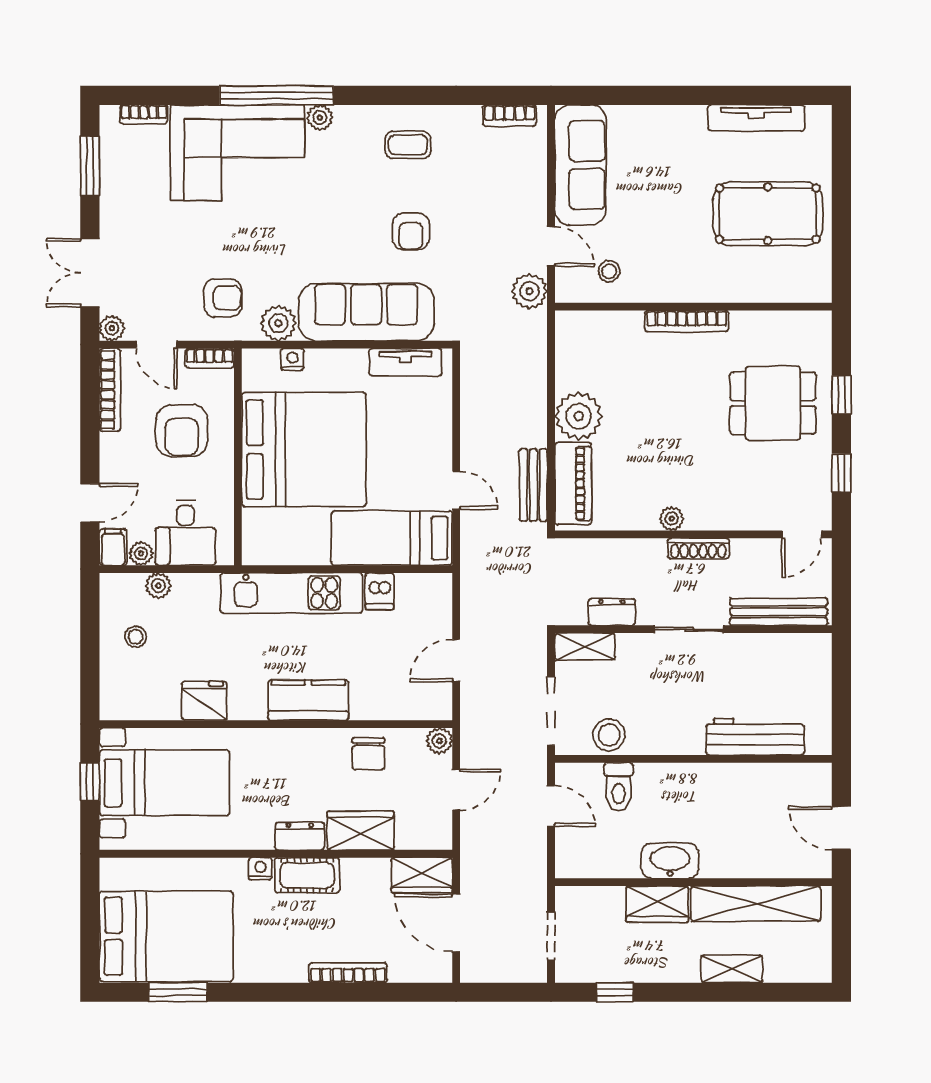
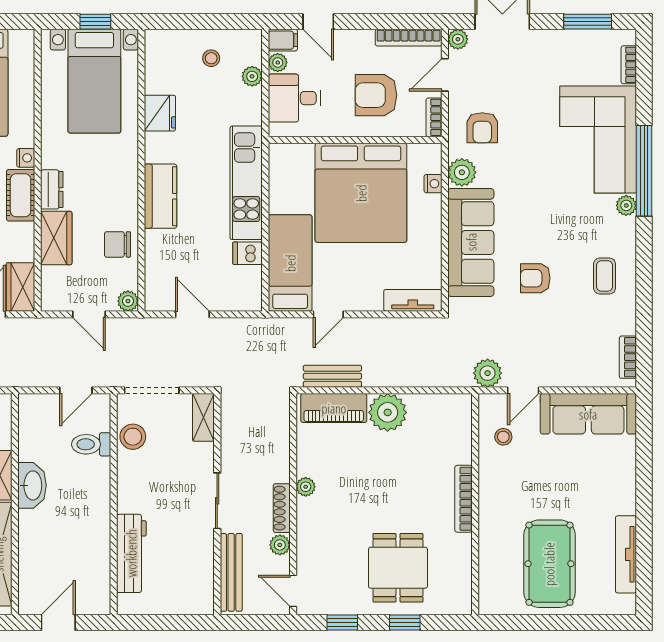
tv unit: (405, 362) -> (413, 300), moved, turned 90
plant: (744, 551) -> (280, 545), added
dresser: (612, 612) -> (231, 439), removed

